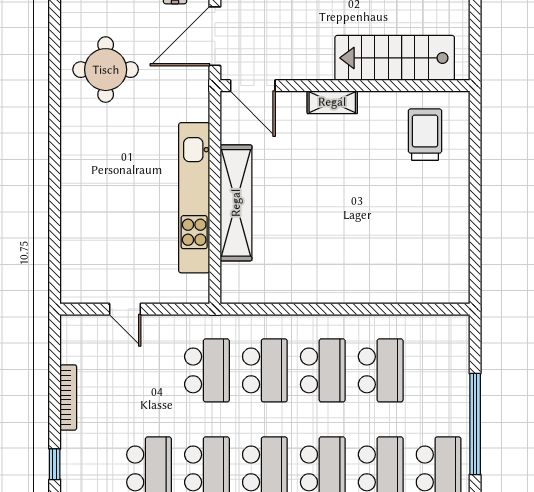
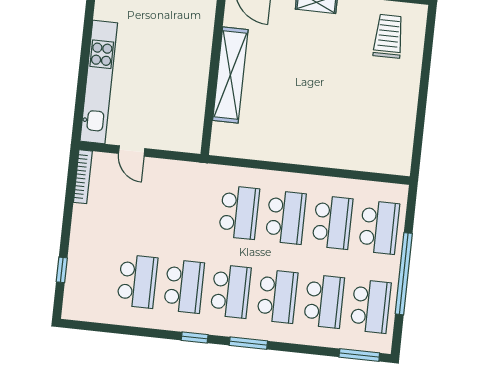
kitchen unit: (194, 198) -> (99, 82), moved, turned 180
school desk: (207, 370) -> (379, 227), moved
bookcase: (68, 397) -> (83, 177), moved

